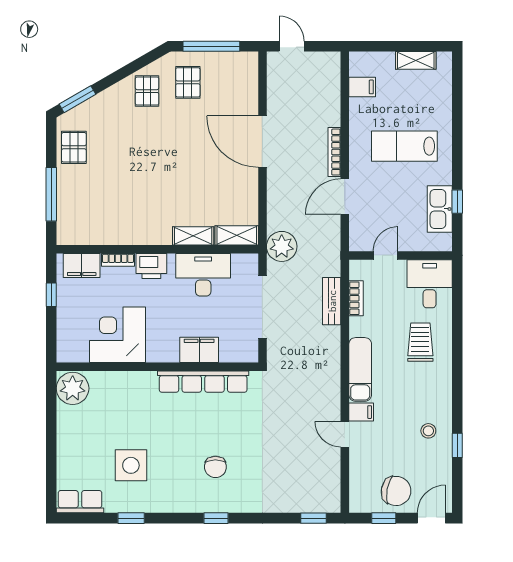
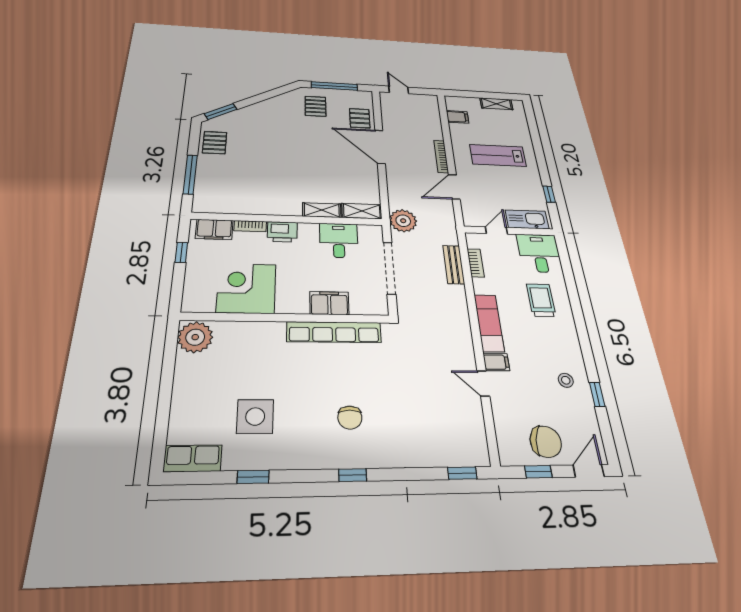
pallet: (147, 91) -> (360, 118), moved
kitchen sink: (440, 209) -> (527, 219), moved, turned 90
desk: (203, 275) -> (339, 240), width x0.73

